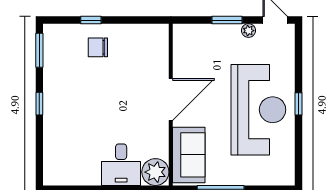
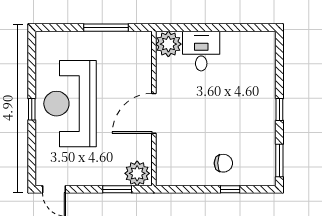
window: (227, 20) -> (117, 189), moved
plant: (249, 31) -> (137, 173), moved, width x1.88, depth x1.88
sofa: (189, 155) -> (137, 60), removed

